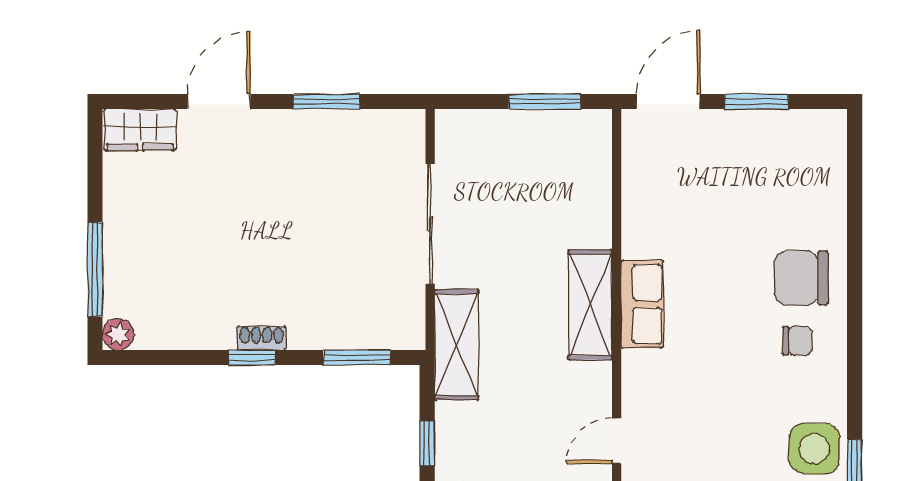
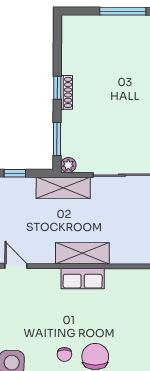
window: (95, 269) -> (123, 11), moved
plant: (118, 334) -> (68, 165), moved
shoe rack: (262, 338) -> (67, 92), width x1.43

